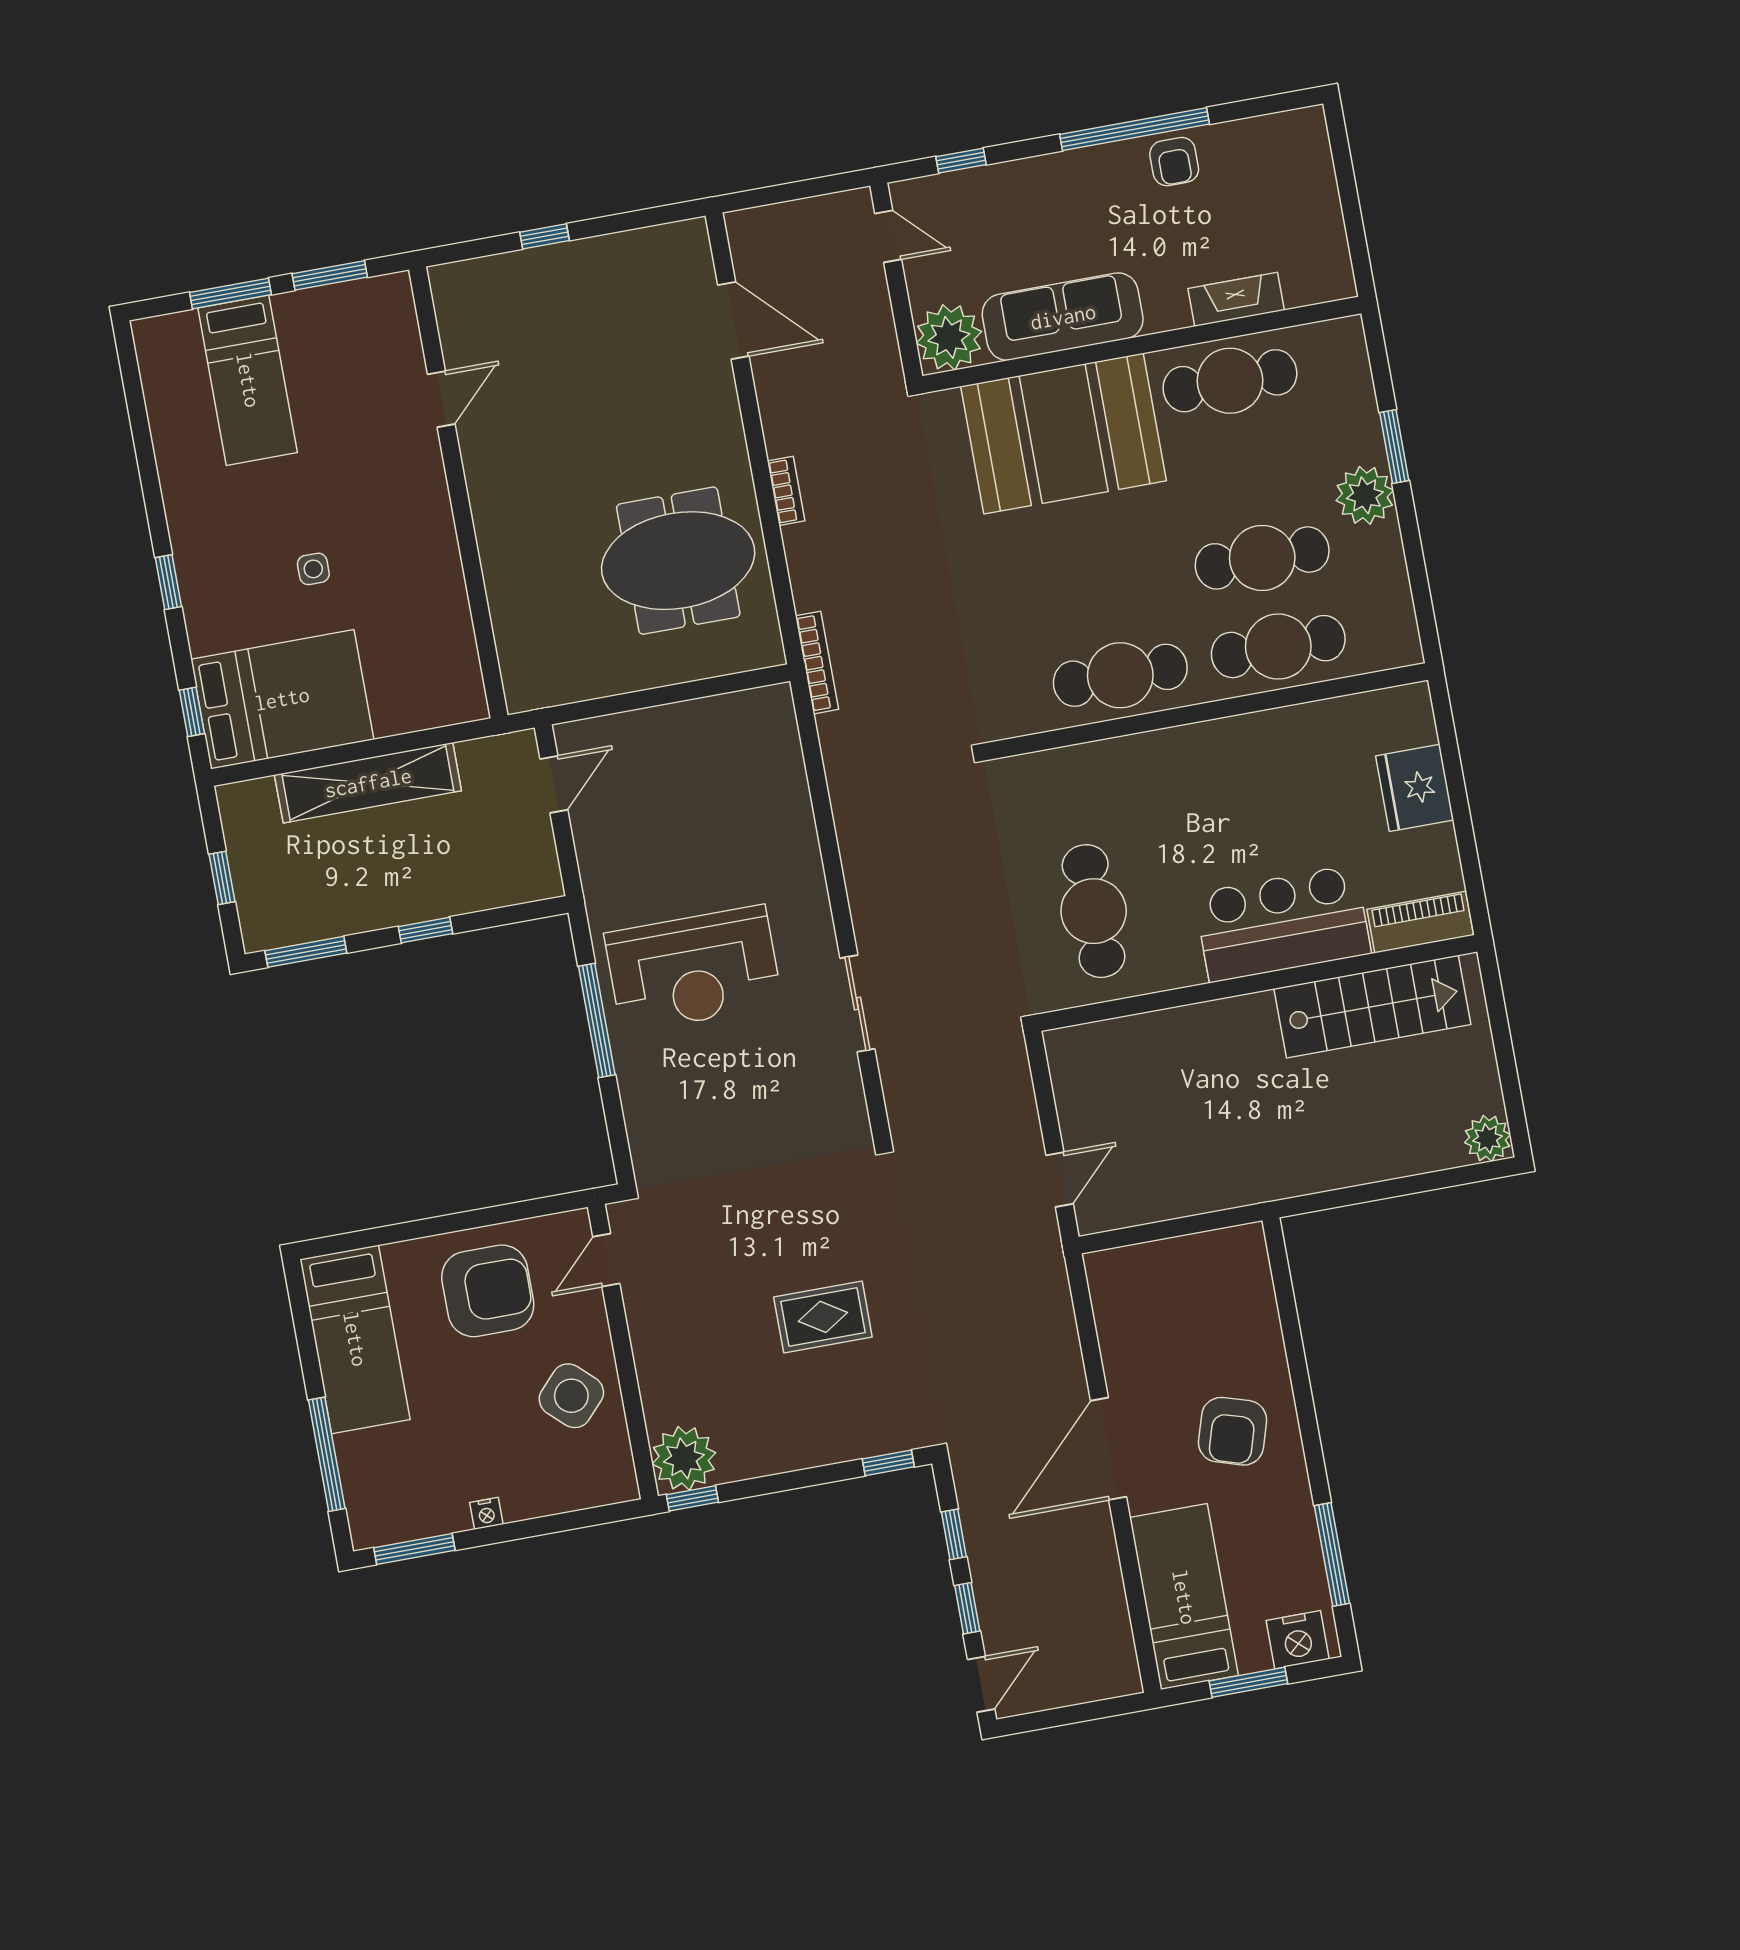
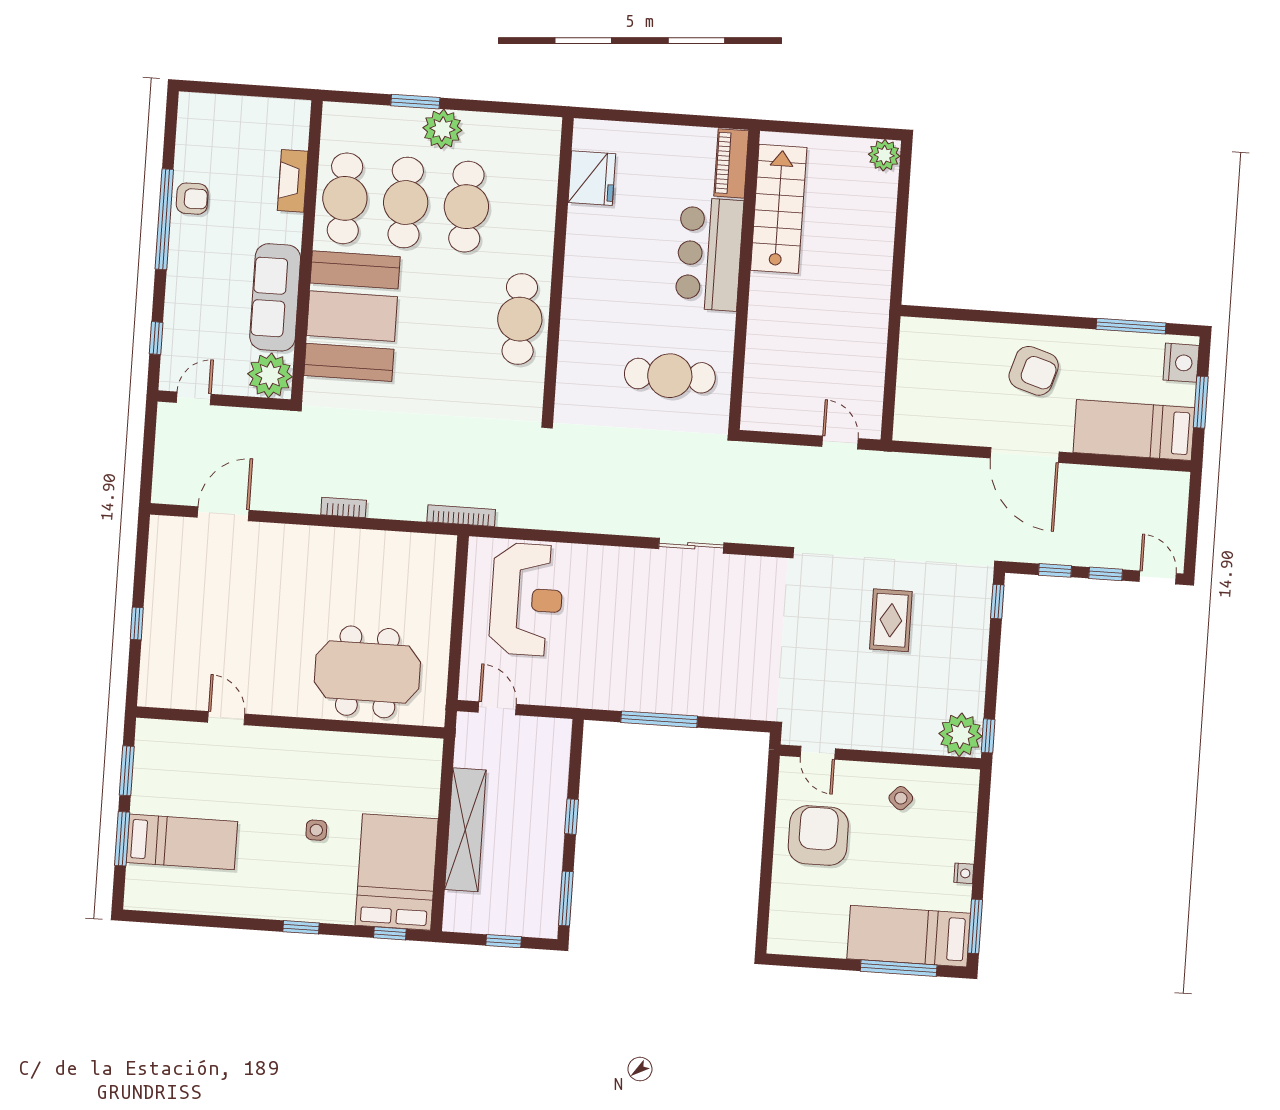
meeting table: (678, 561) -> (367, 672), moved, turned 90
cafe table: (1278, 647) -> (406, 203), moved
fridge: (1415, 788) -> (592, 178), moved, turned -90
reception desk: (693, 969) -> (527, 599), moved
bed: (355, 1339) -> (909, 936), moved, turned 180
side table: (571, 1396) -> (901, 798), width x0.54, depth x0.54

